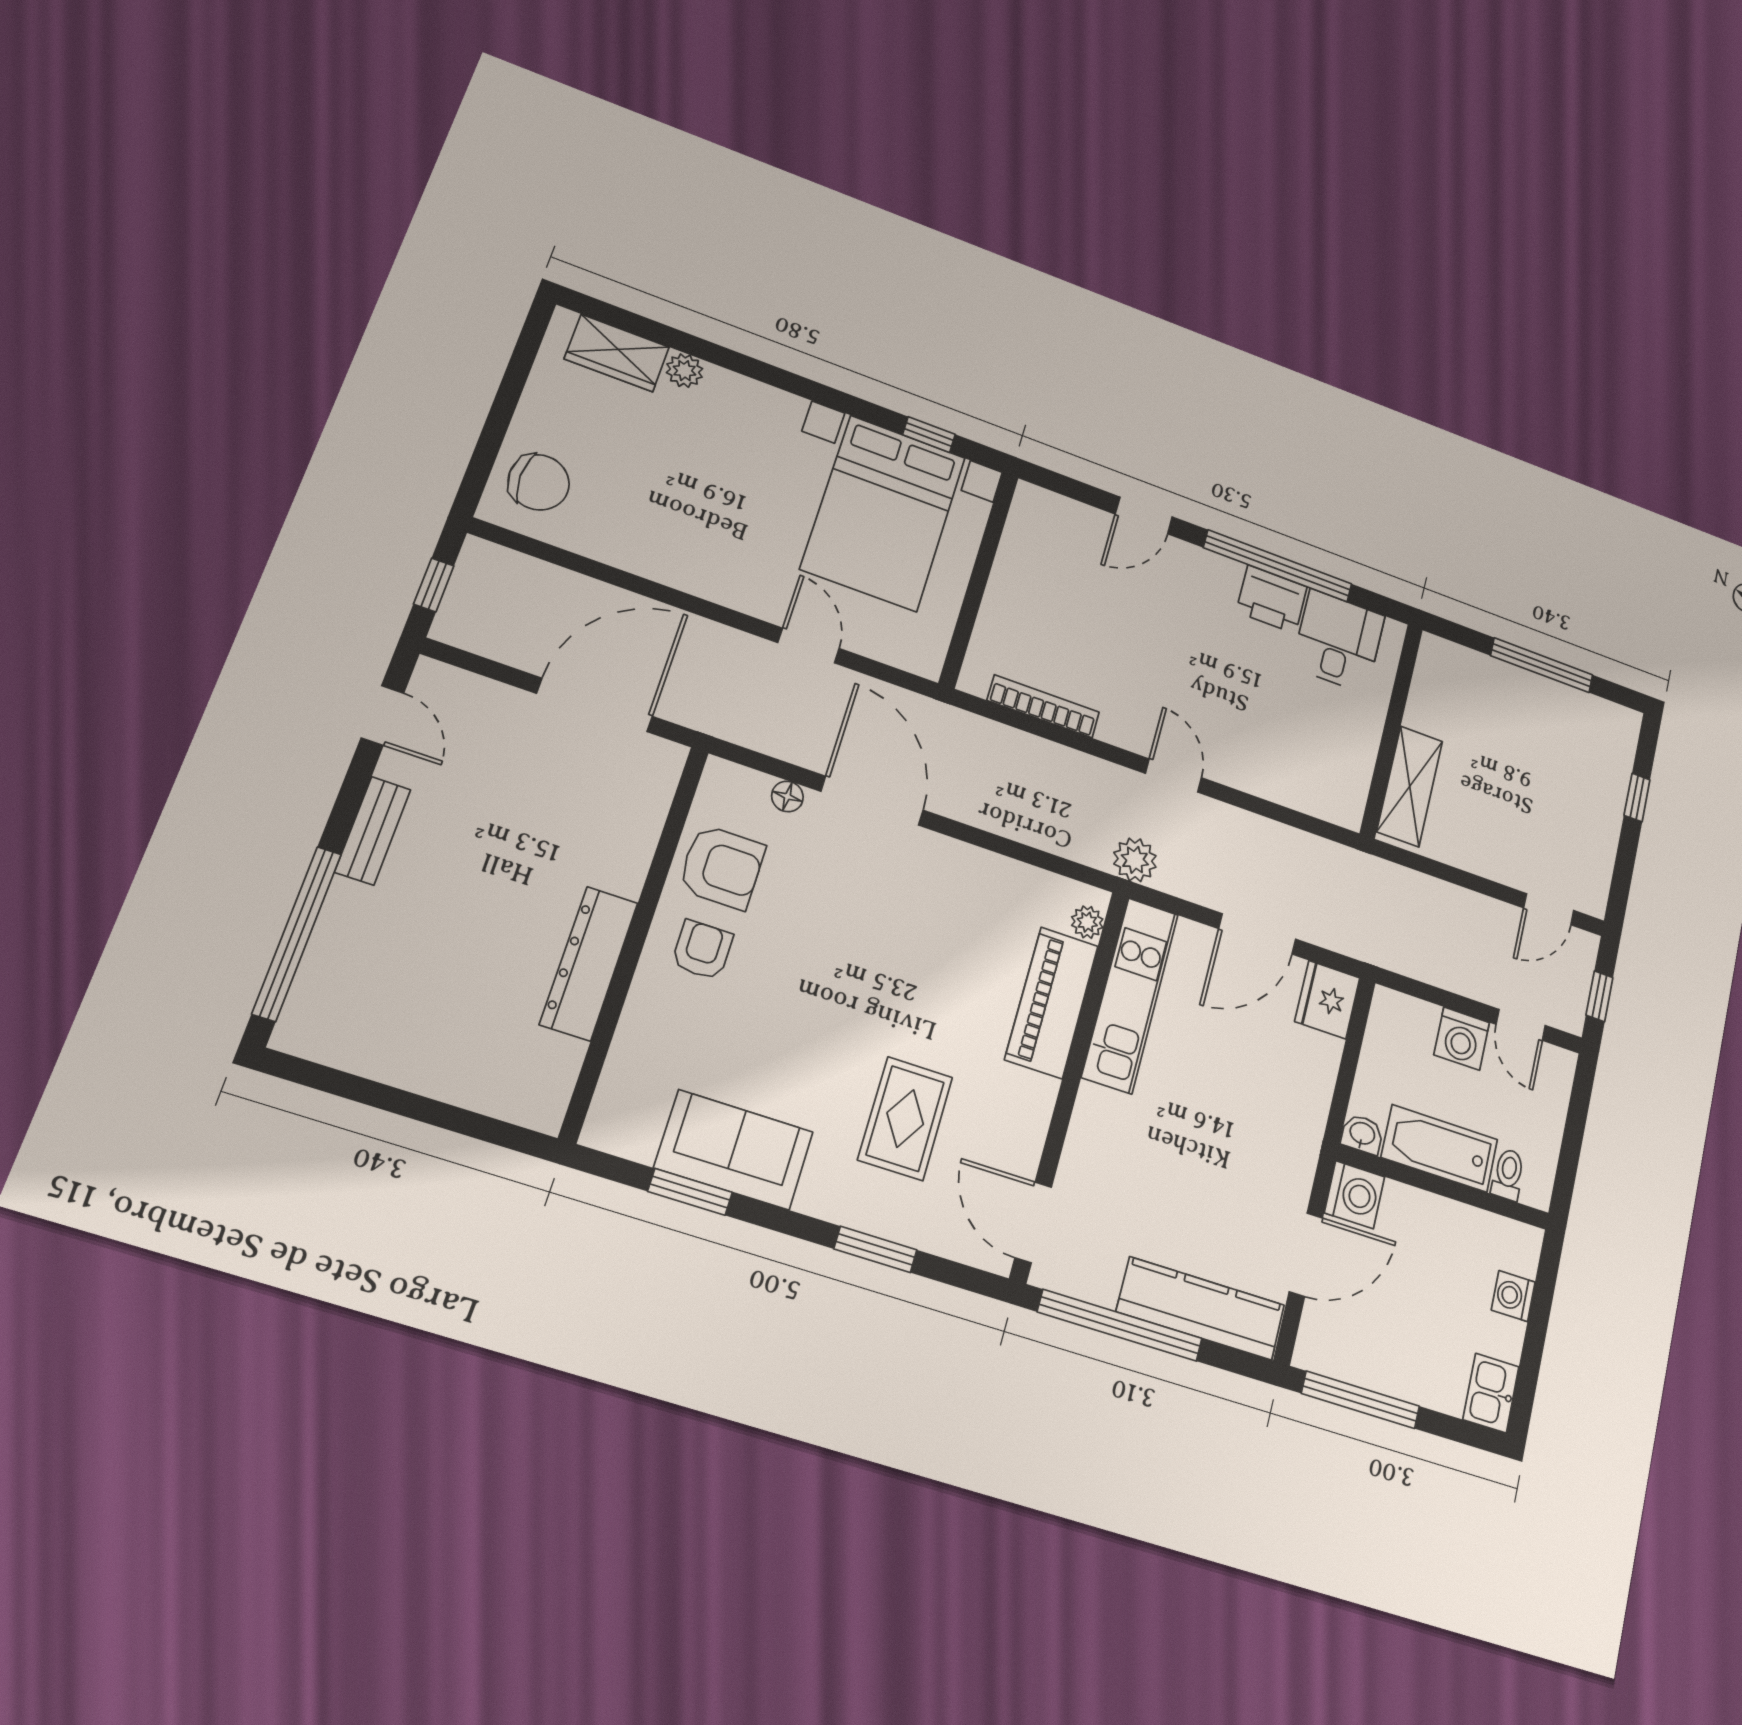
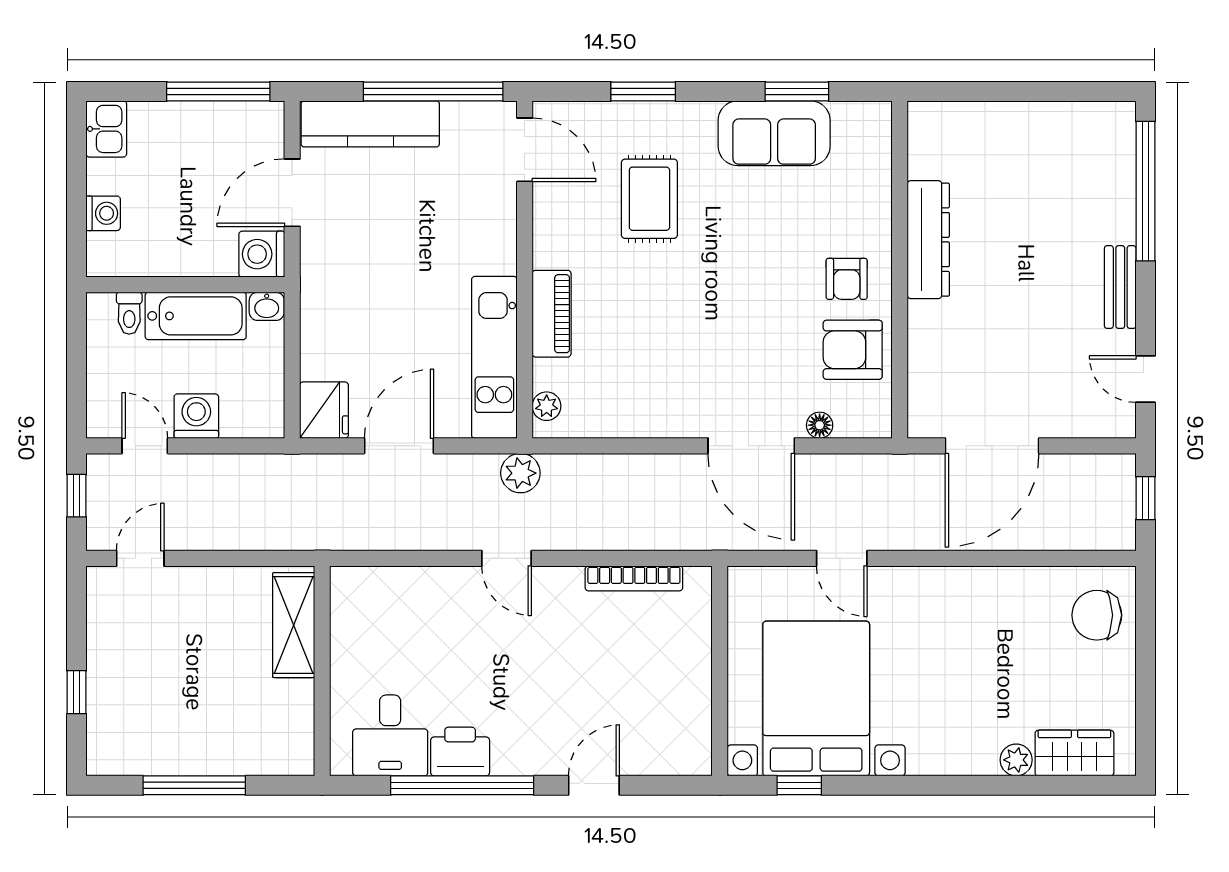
piano: (1052, 1003) -> (552, 314), width x0.73, depth x0.75

